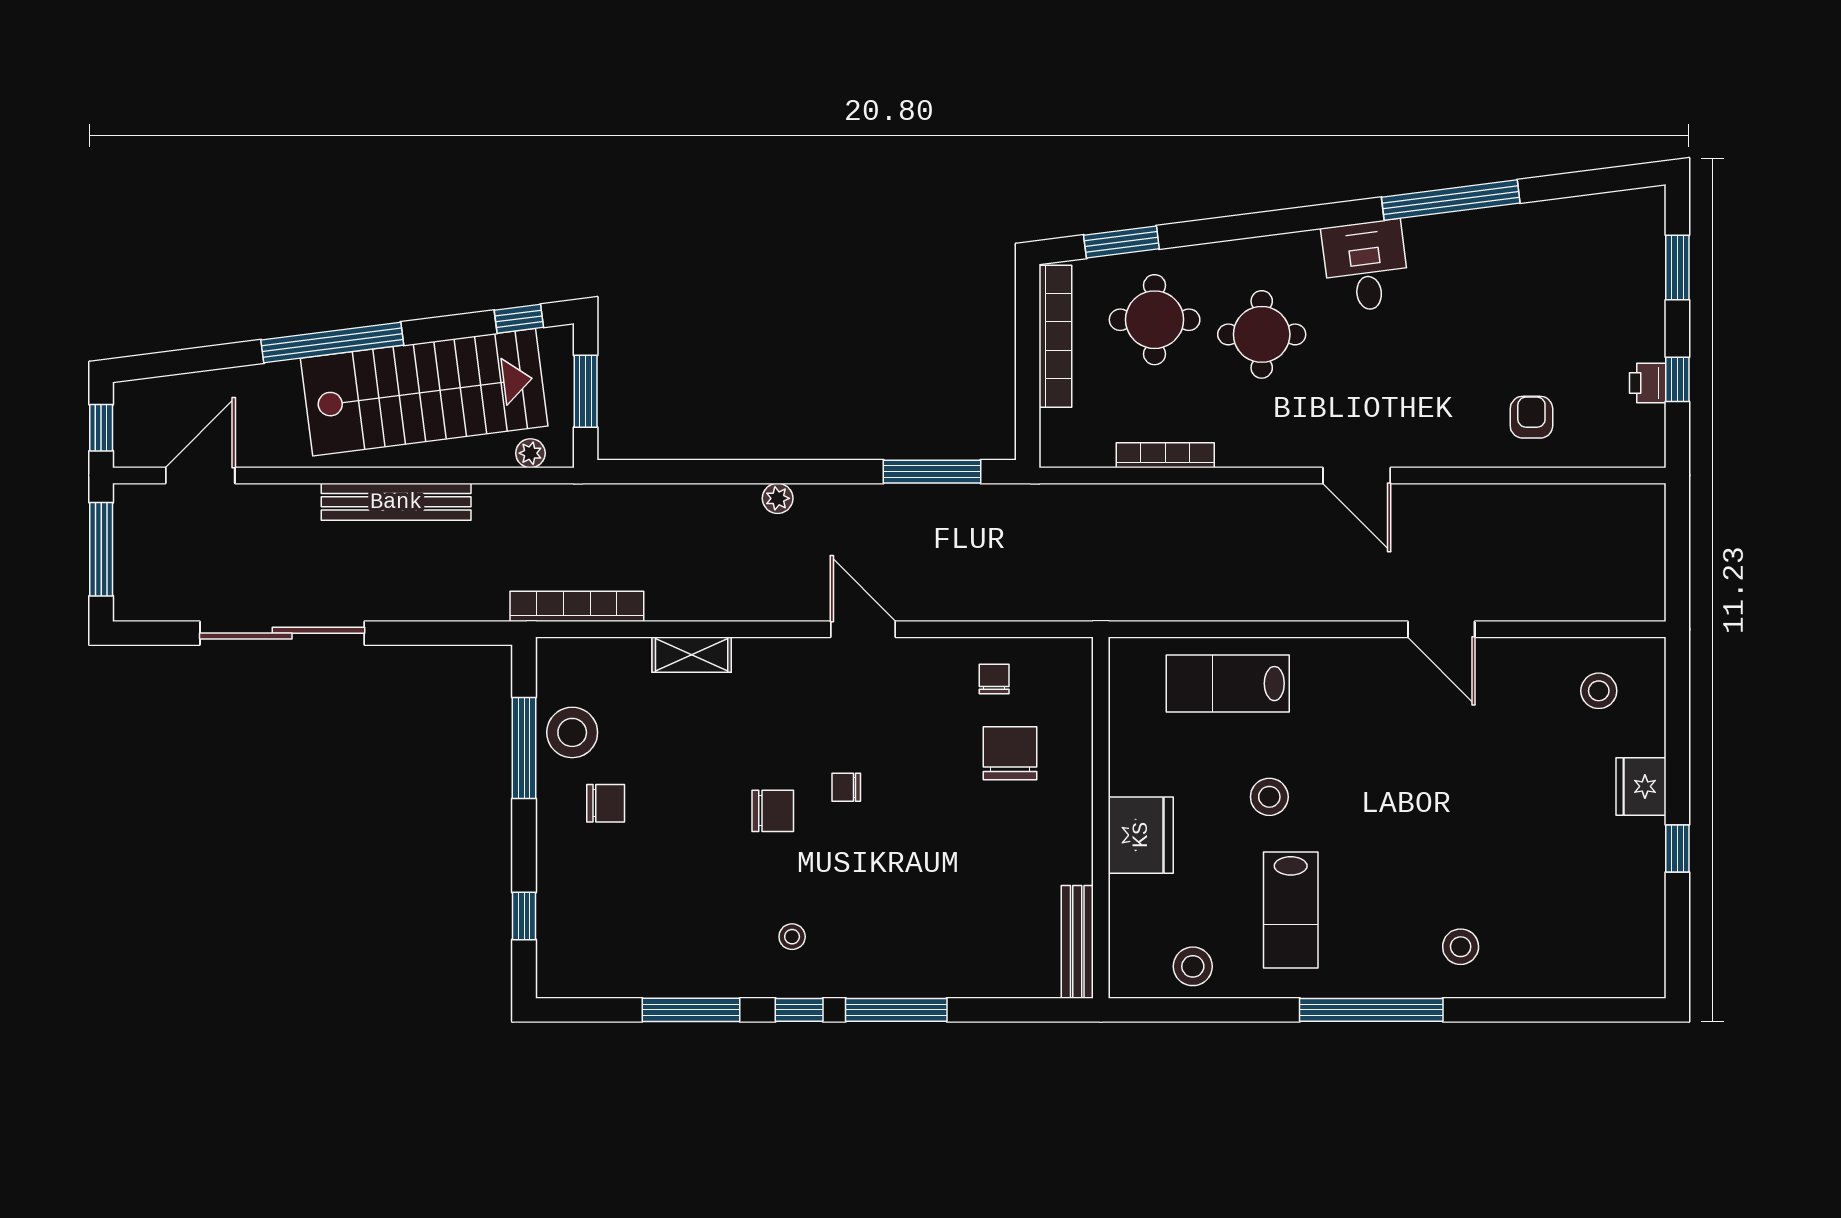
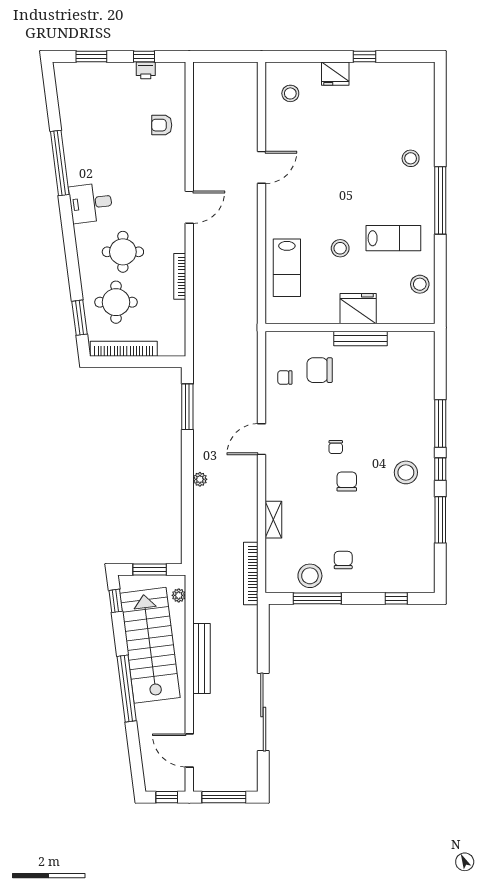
bookcase: (1165, 455) -> (180, 276), moved
stool: (792, 937) -> (406, 472), width x1.89, depth x1.89
bench: (1077, 942) -> (361, 338), moved

